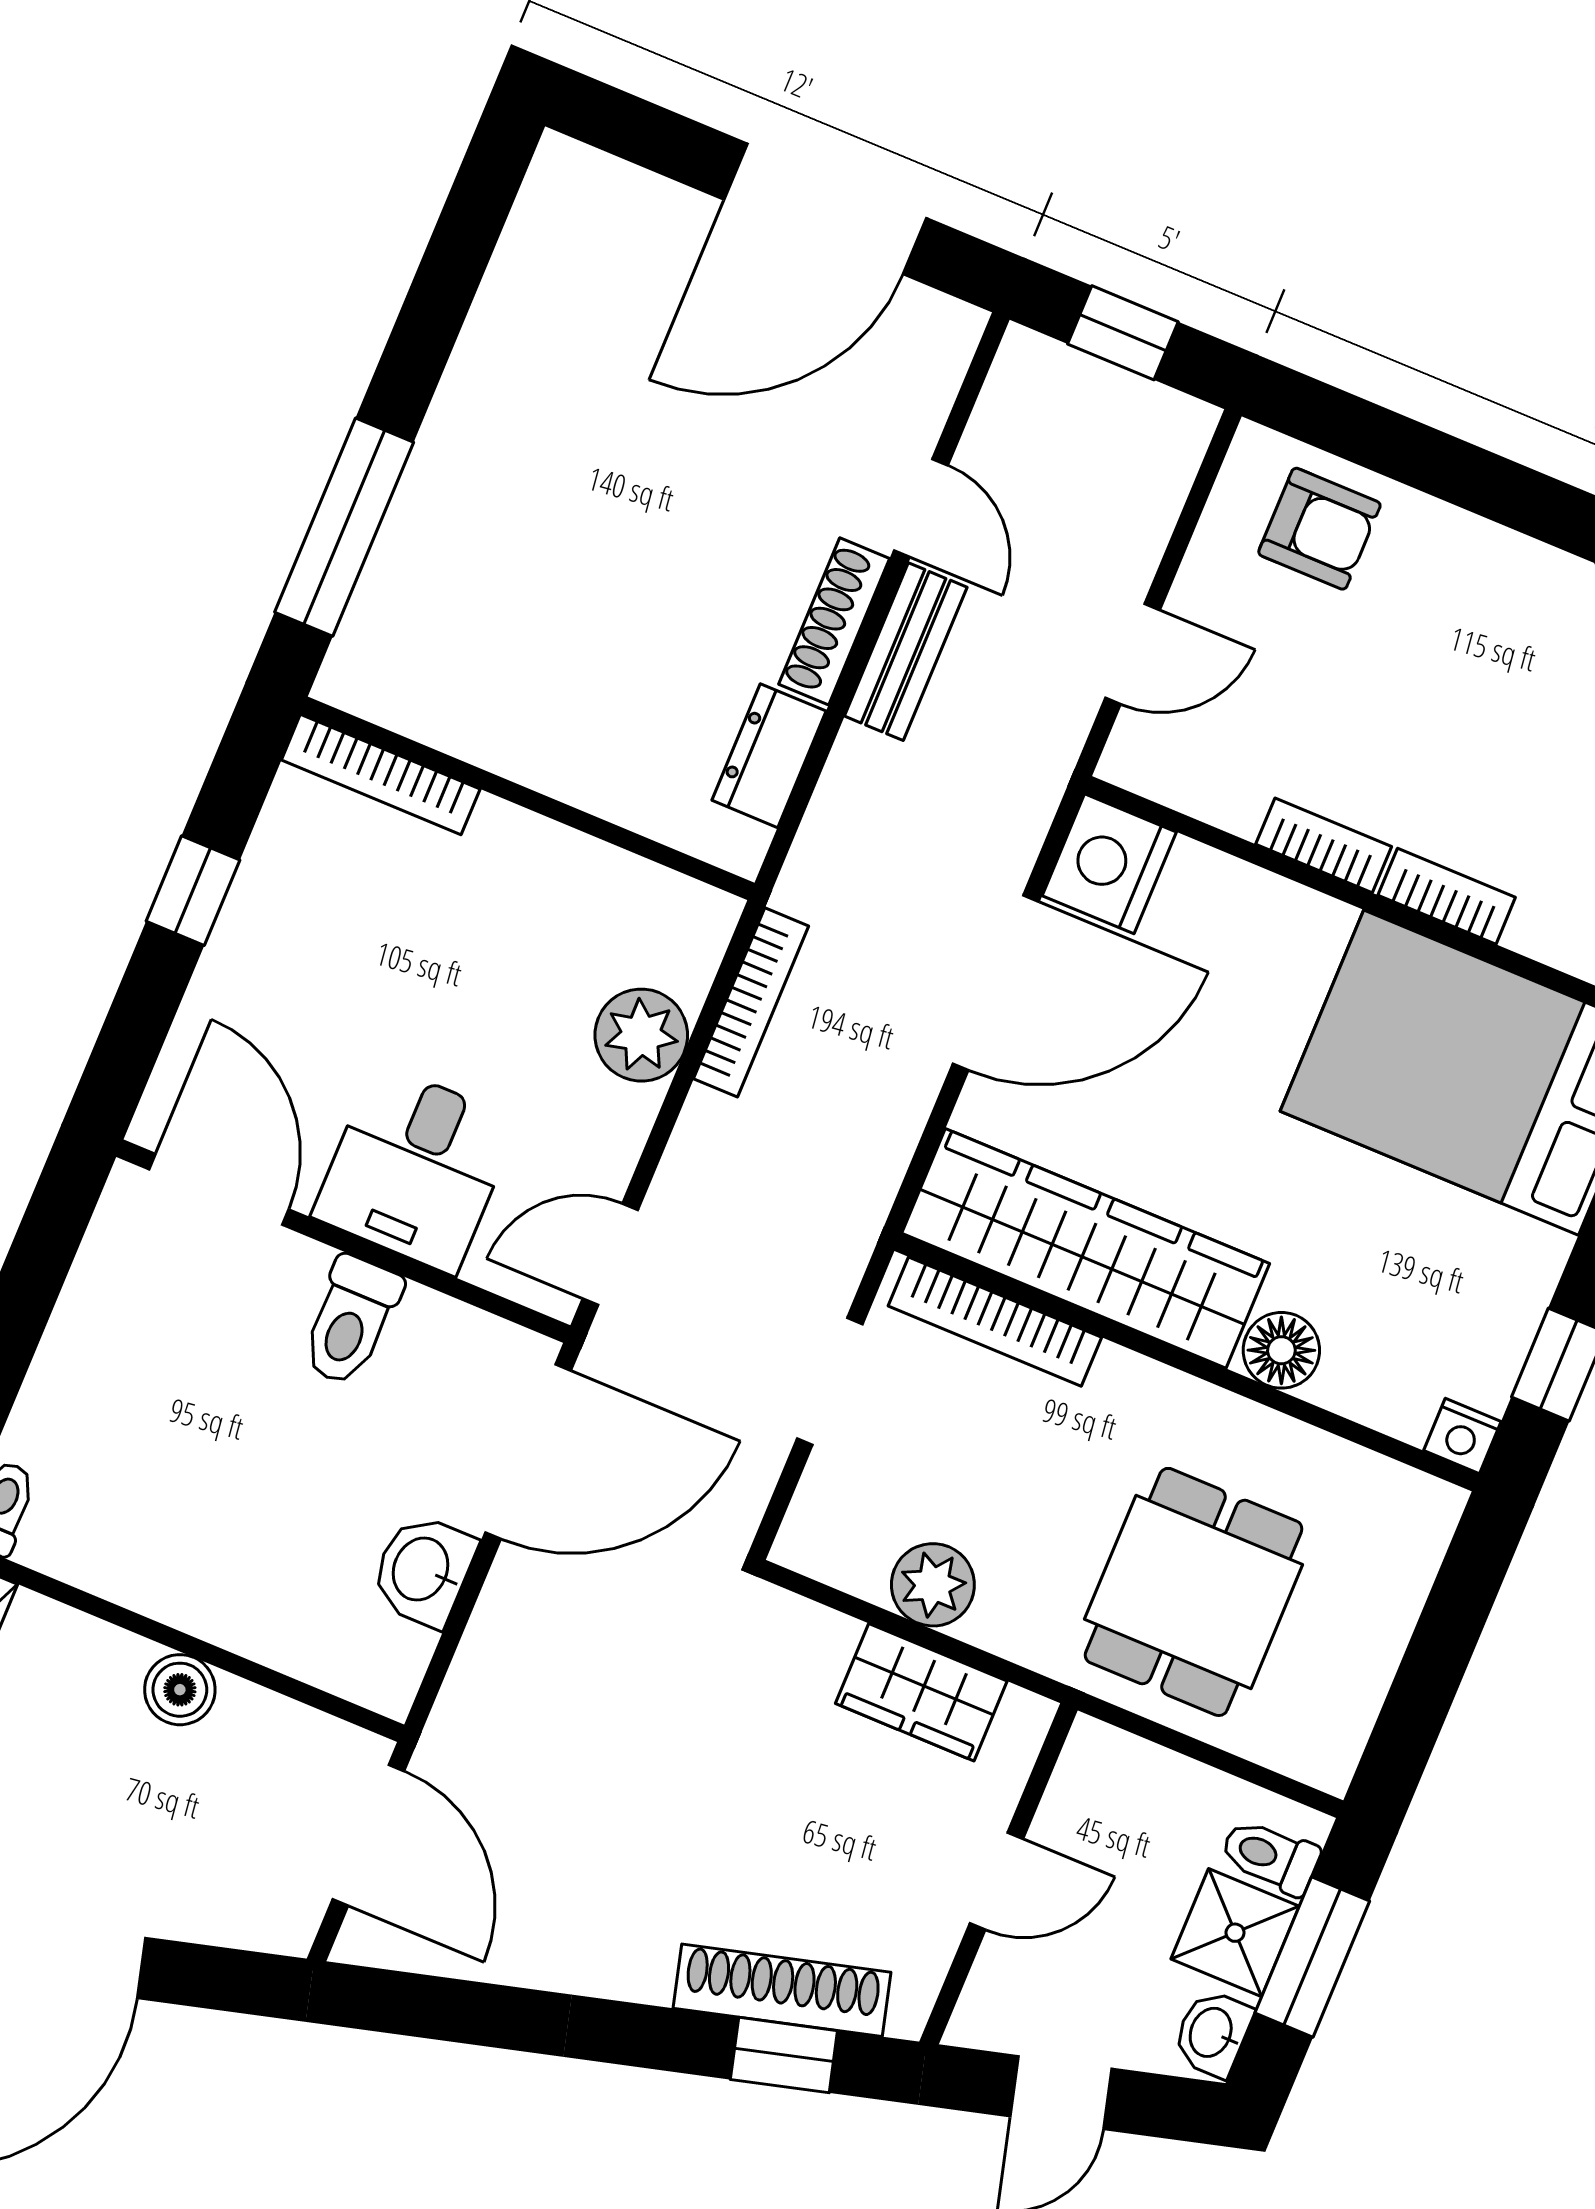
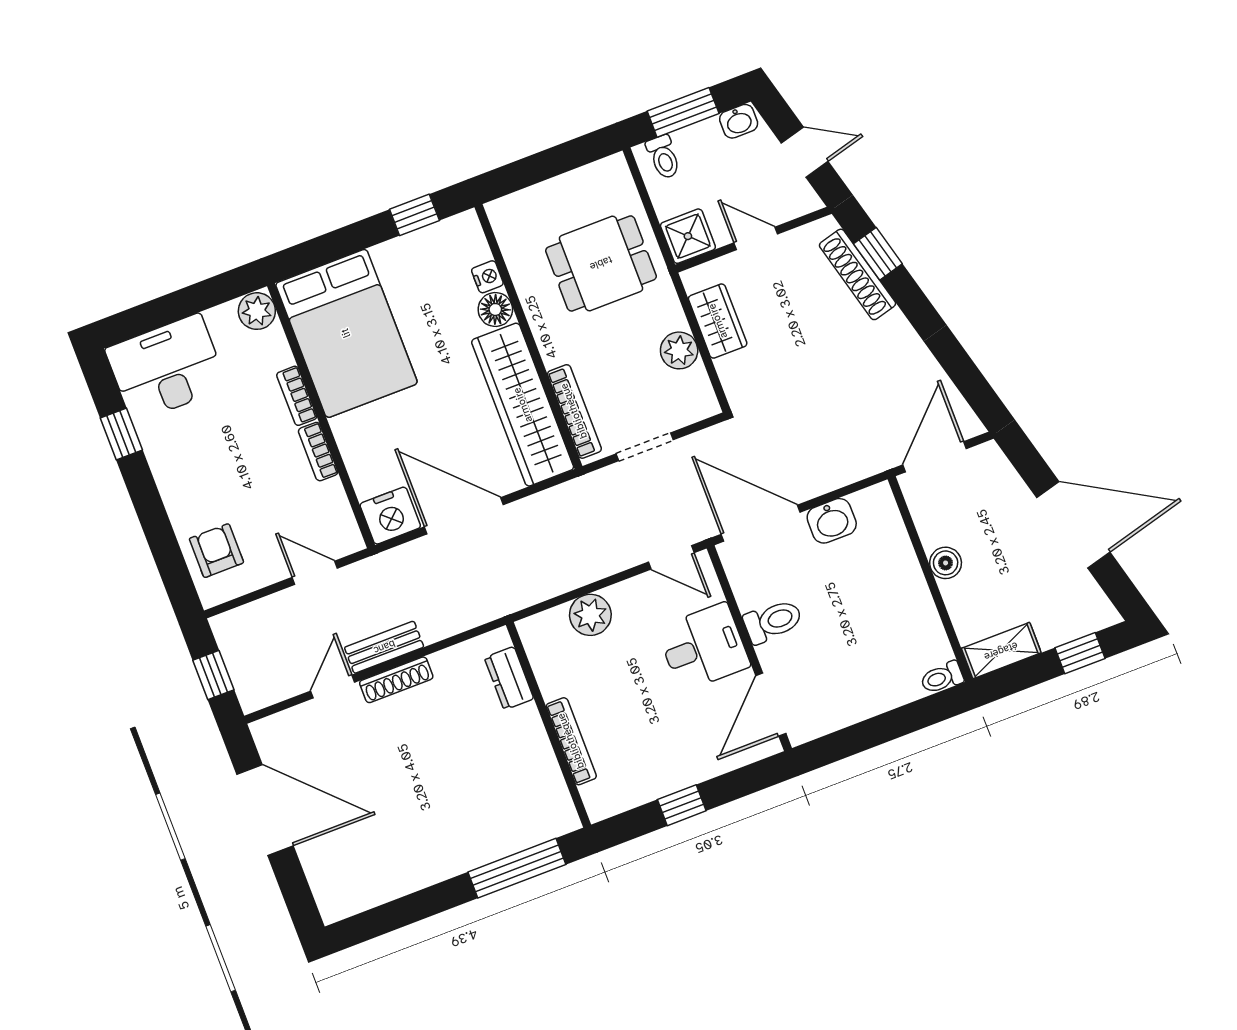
dresser: (769, 756) -> (509, 678), moved, turned 90
bookcase: (381, 775) -> (571, 741), moved
bookcase: (751, 1002) -> (546, 589), removed
nightstand: (1462, 1436) -> (487, 277), moved
shower: (1235, 1933) -> (688, 236), moved

